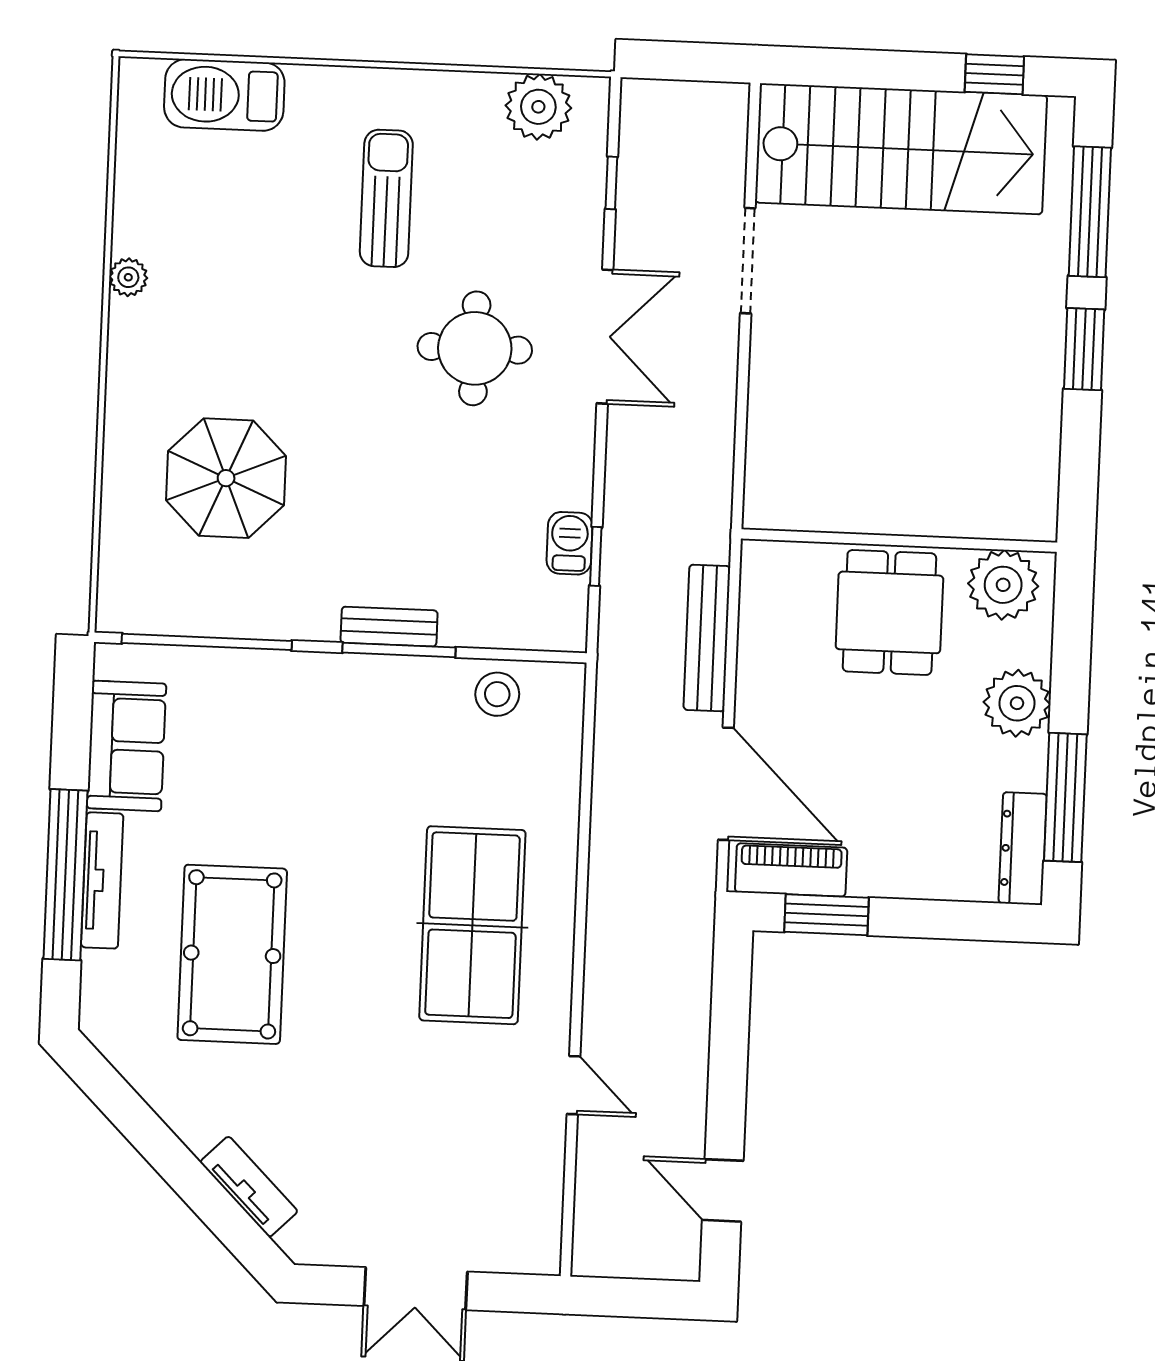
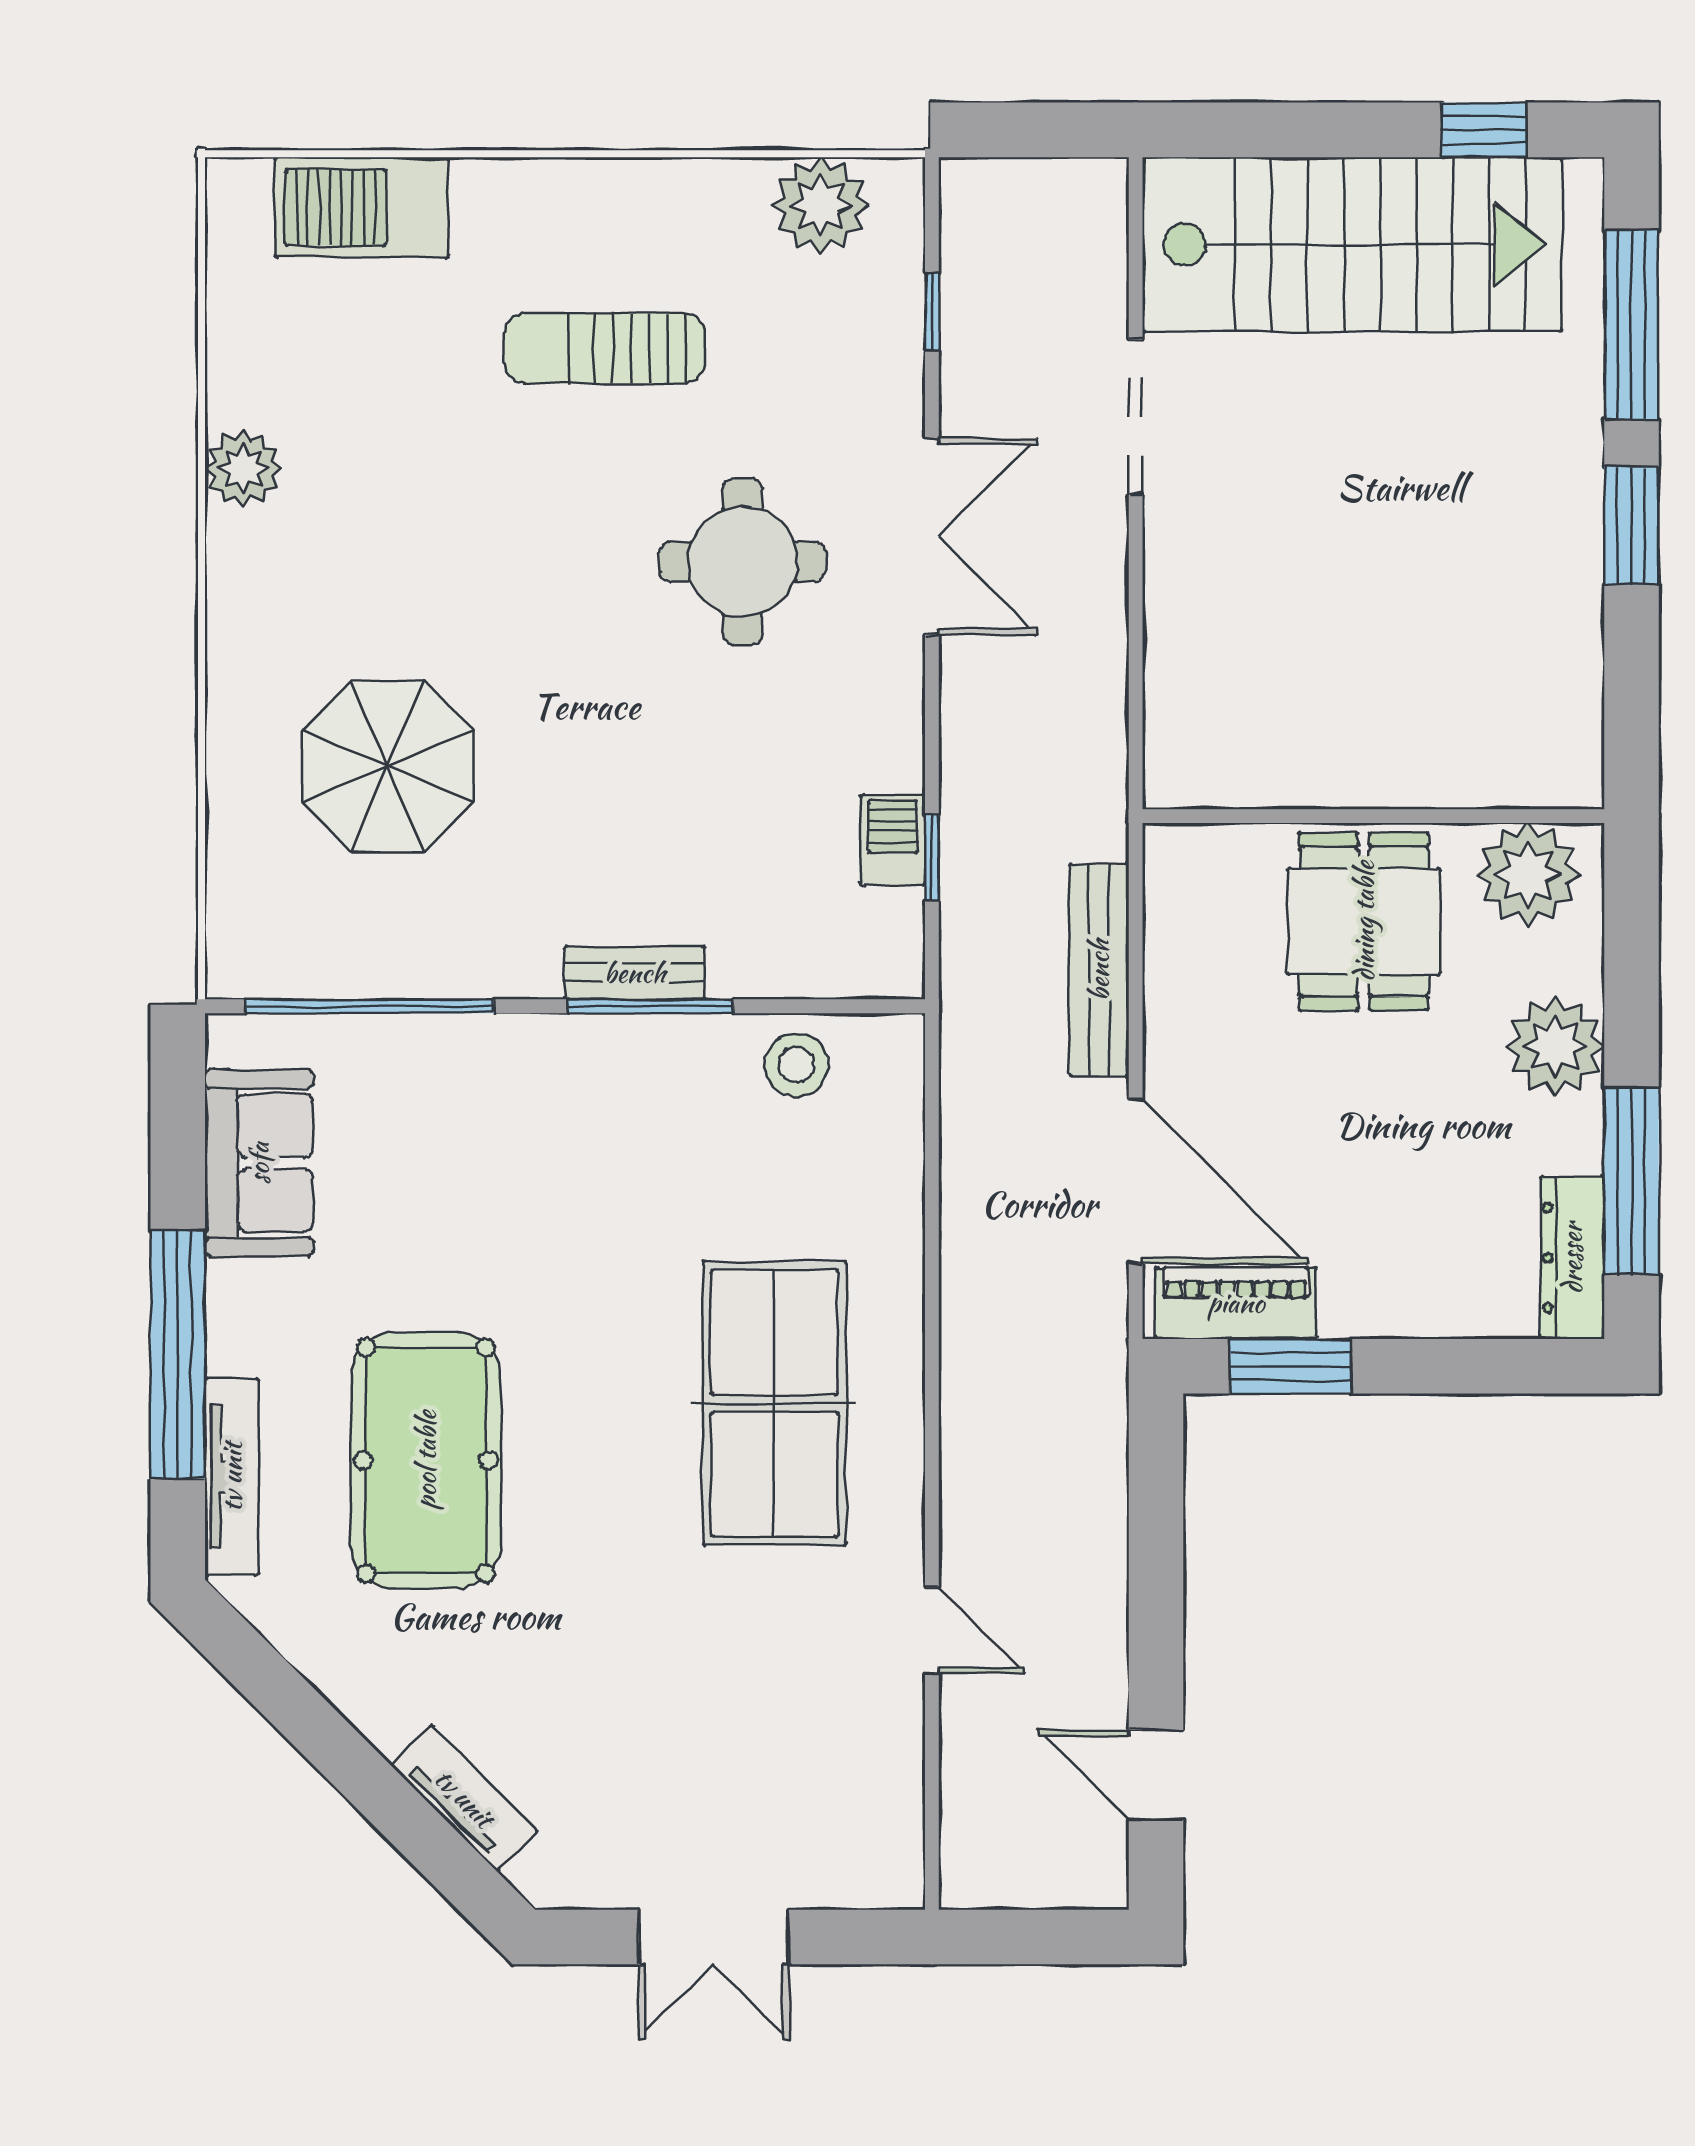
sun lounger: (386, 198) -> (604, 348), turned -90
plant: (128, 277) -> (243, 469), width x1.38, depth x1.38
tv unit: (102, 880) -> (232, 1477), moved

